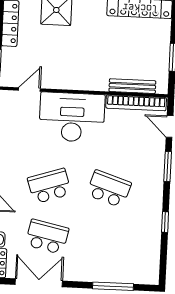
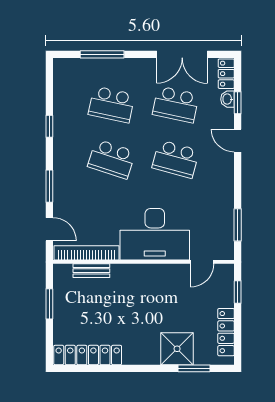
bench: (132, 86) -> (91, 271), width x0.73
school desk: (49, 186) -> (176, 159), turned 33
school desk: (106, 239) -> (111, 104), added

